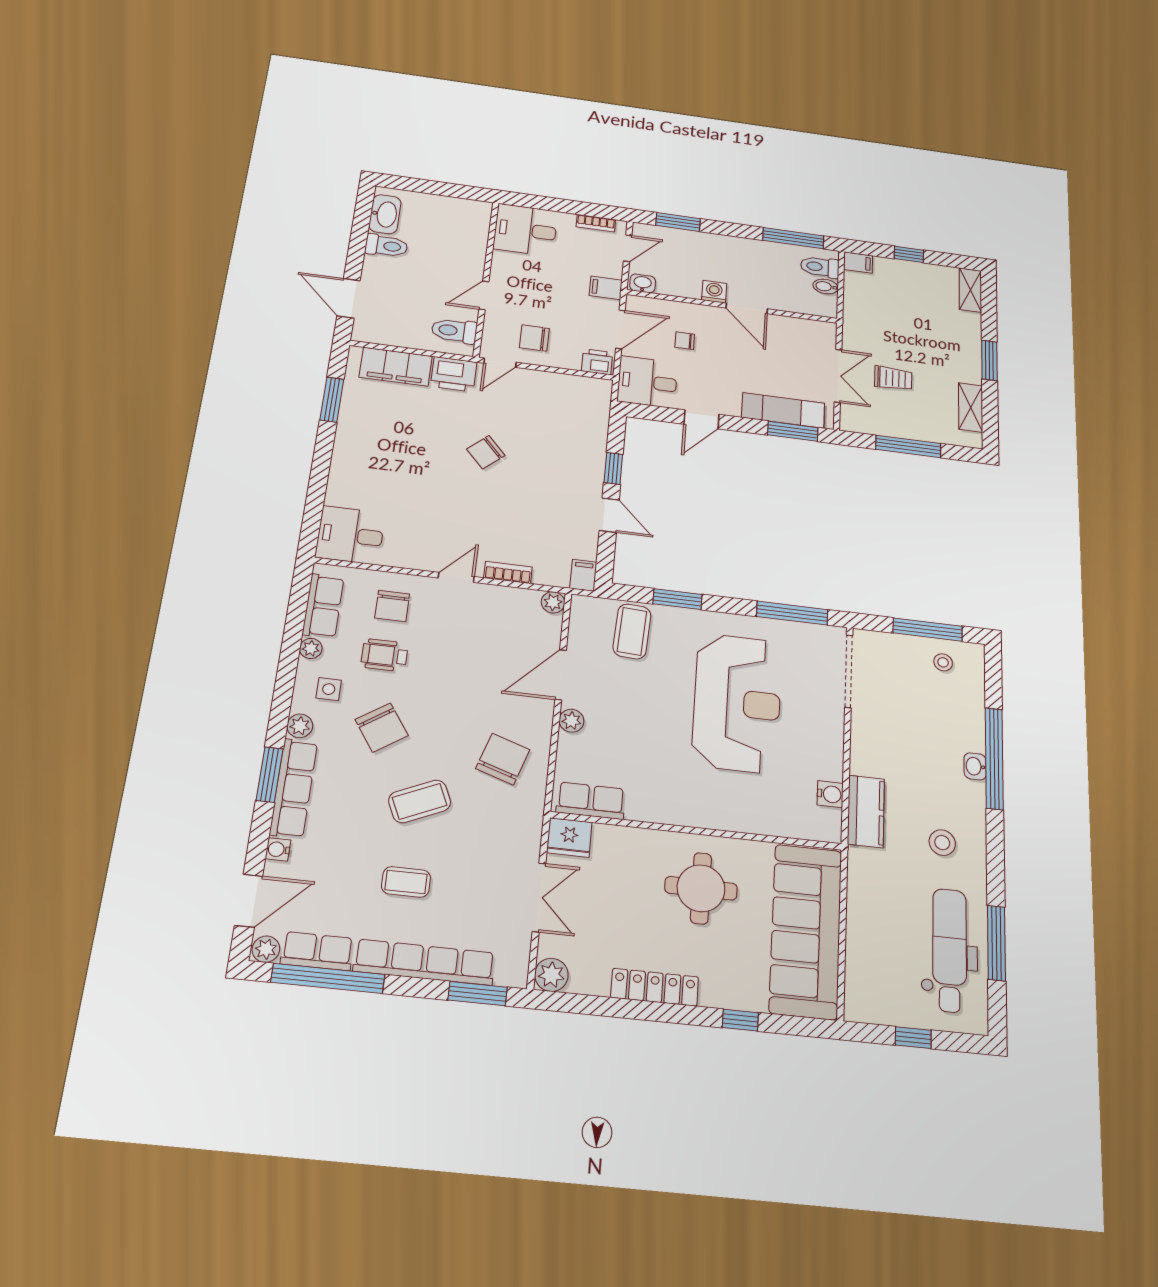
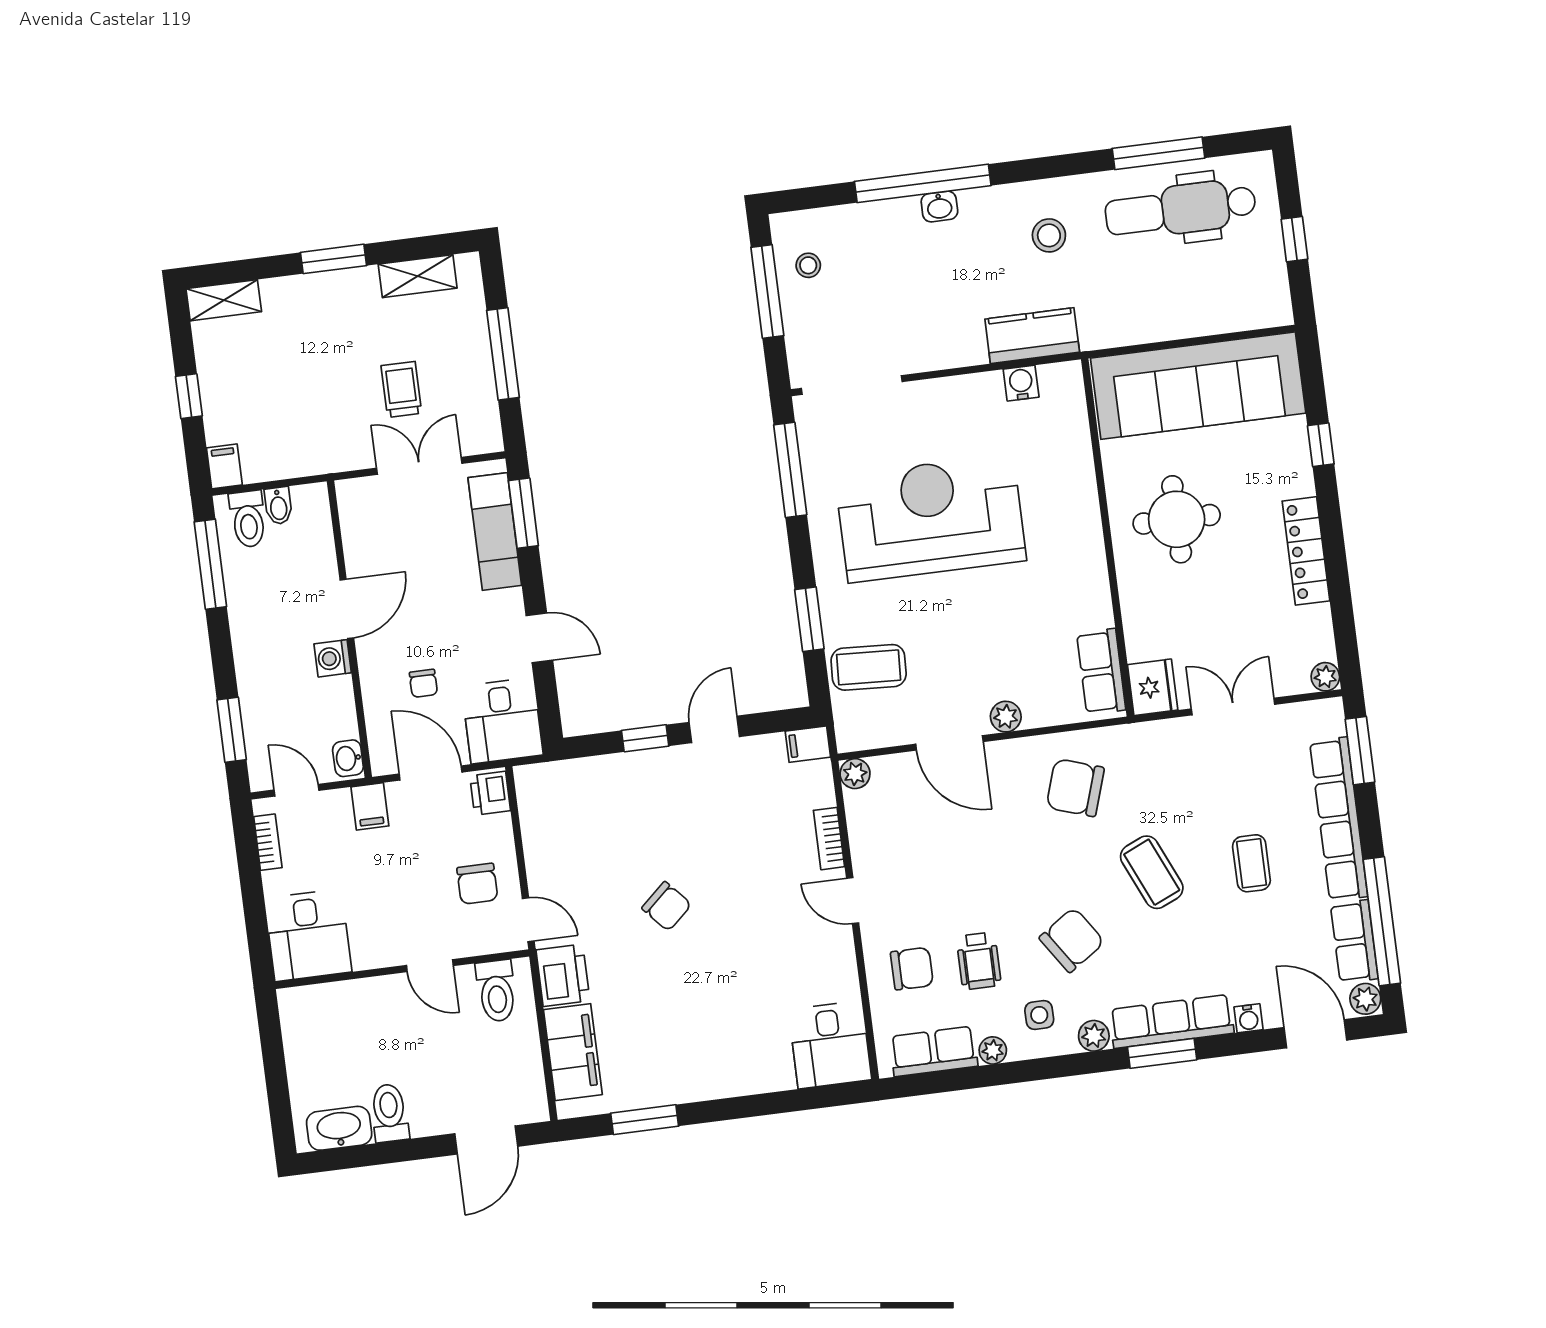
plant: (551, 975) -> (1325, 677), width x0.73, depth x0.73

